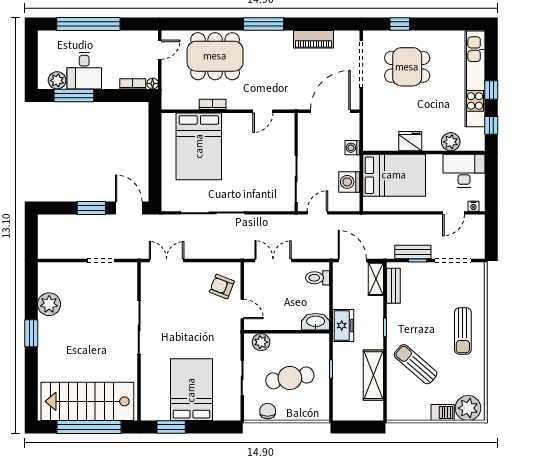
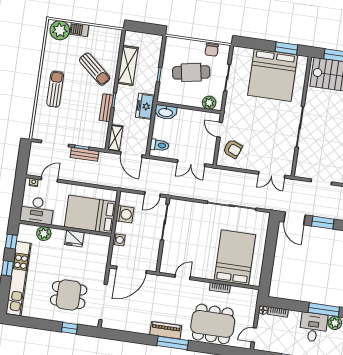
piano: (313, 39) -> (166, 330), moved
bench: (393, 286) -> (106, 108), moved
bed: (191, 390) -> (273, 75), width x1.36

